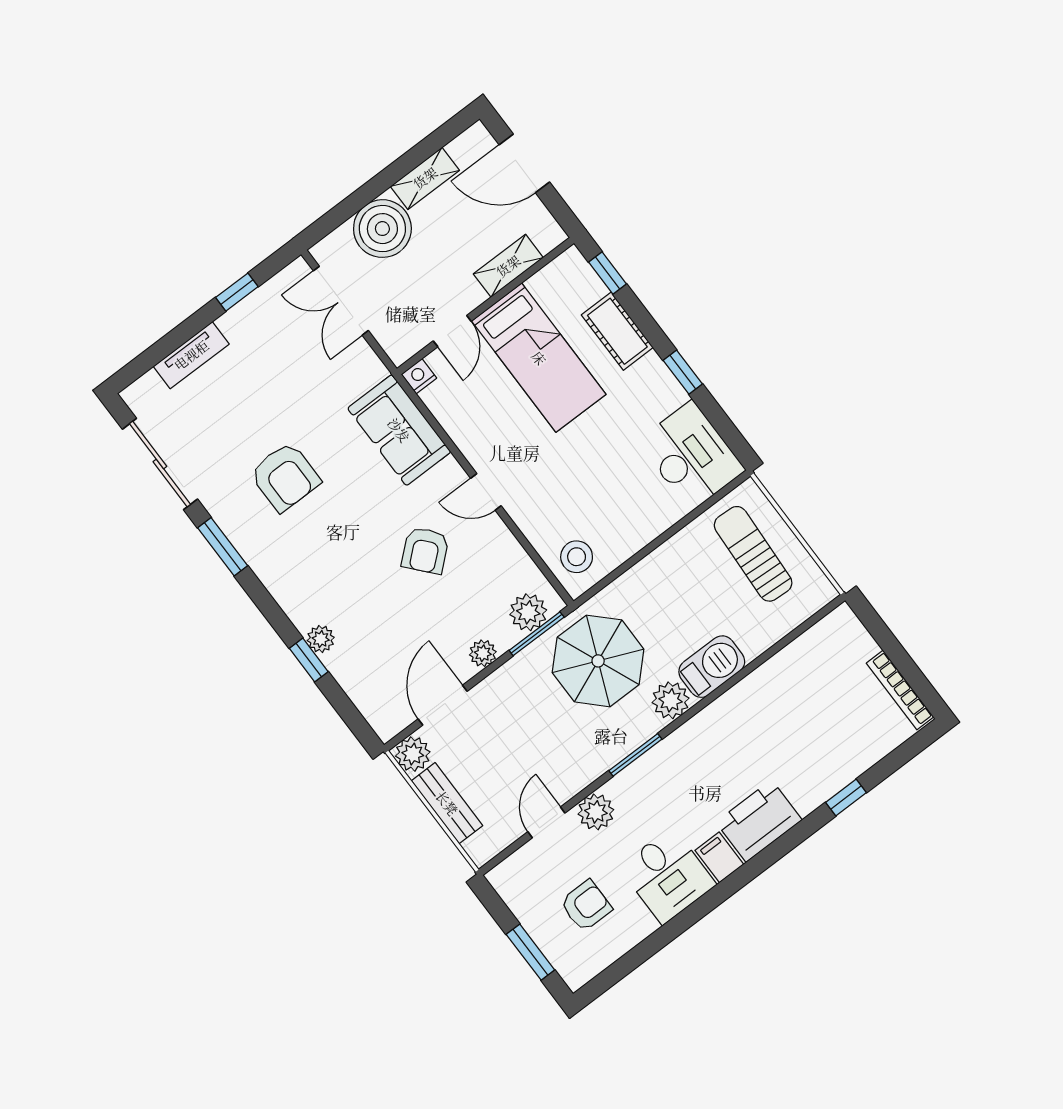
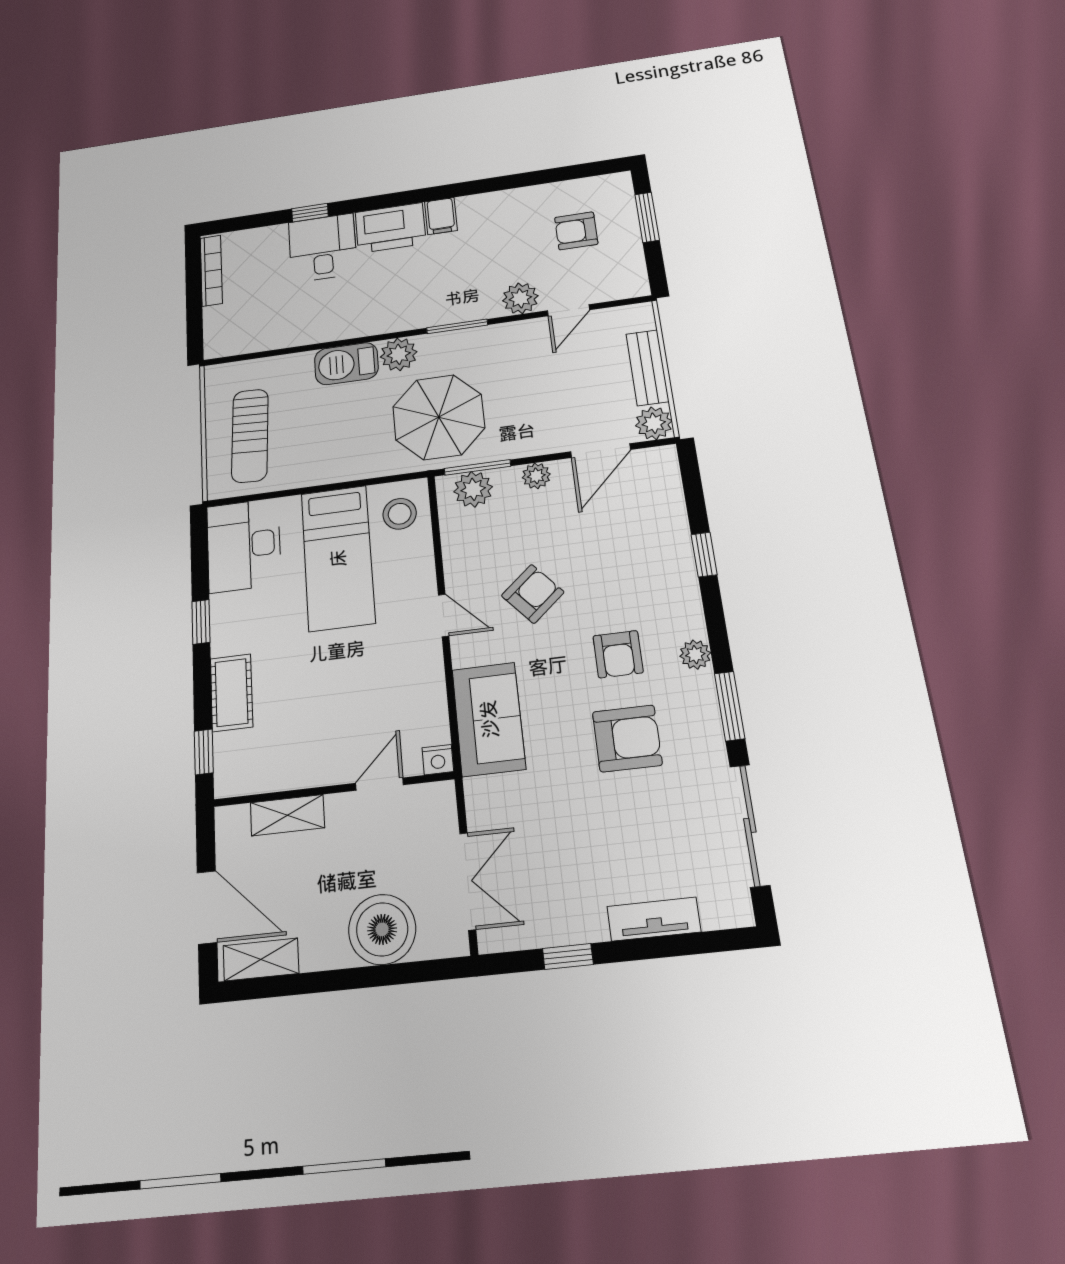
shelving: (425, 178) -> (261, 959), moved
bed: (539, 358) -> (338, 558), moved, turned 180
armchair: (285, 477) -> (627, 738), turned 90
armchair: (330, 539) -> (618, 654), added
plant: (321, 639) -> (695, 655), moved
desk: (667, 876) -> (323, 248), moved

